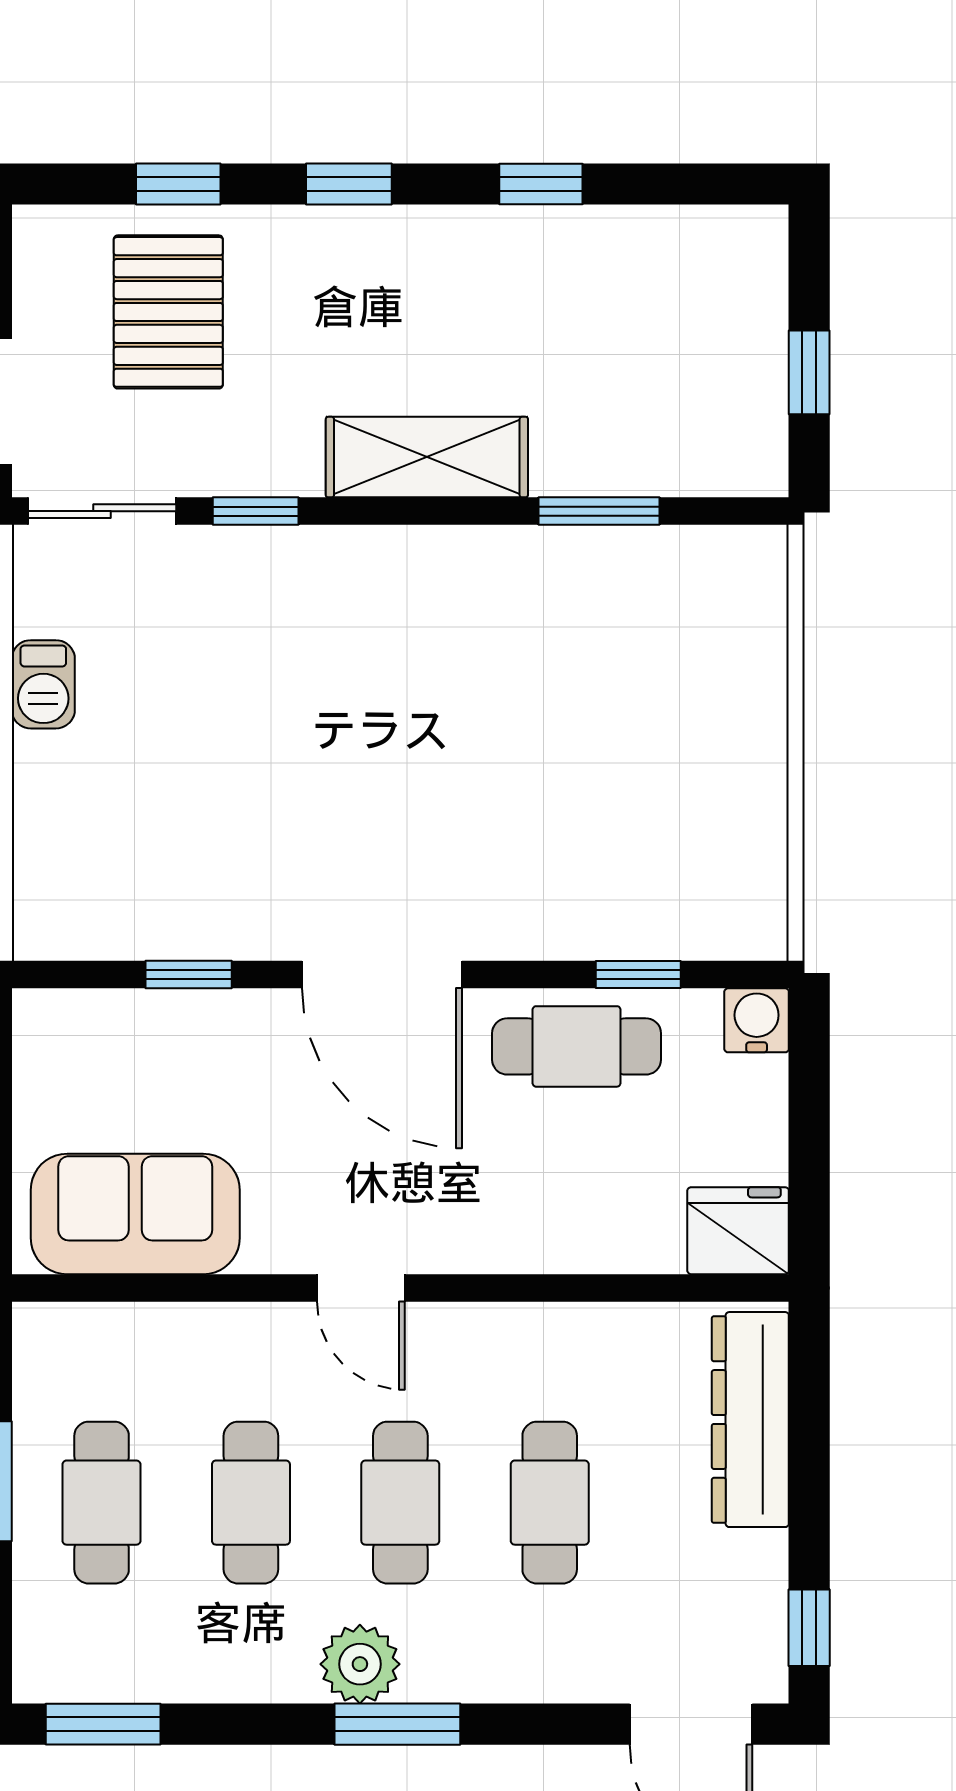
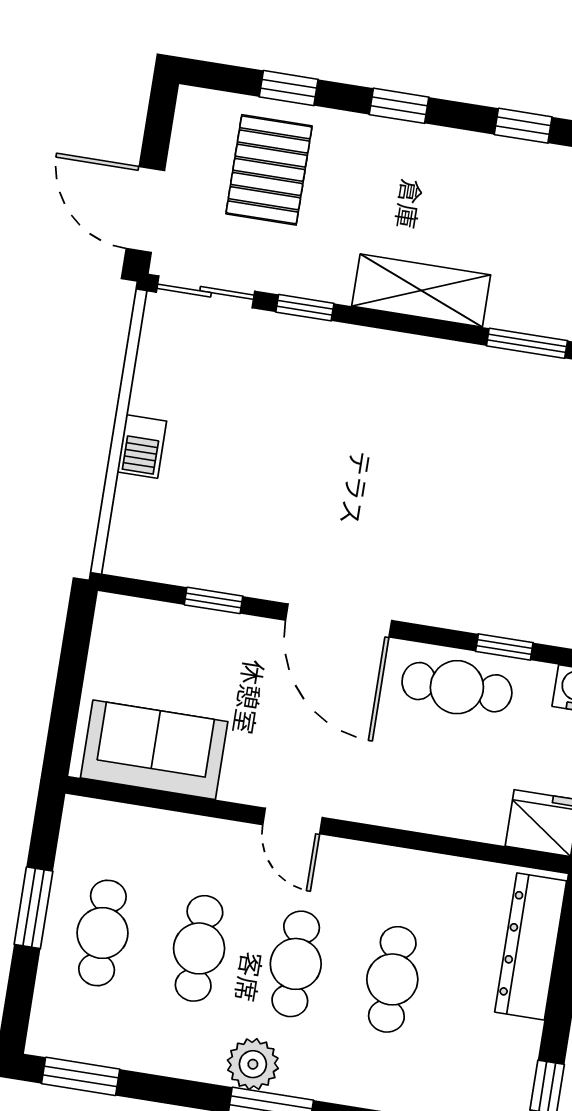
barbecue: (43, 684) -> (142, 446), moved

